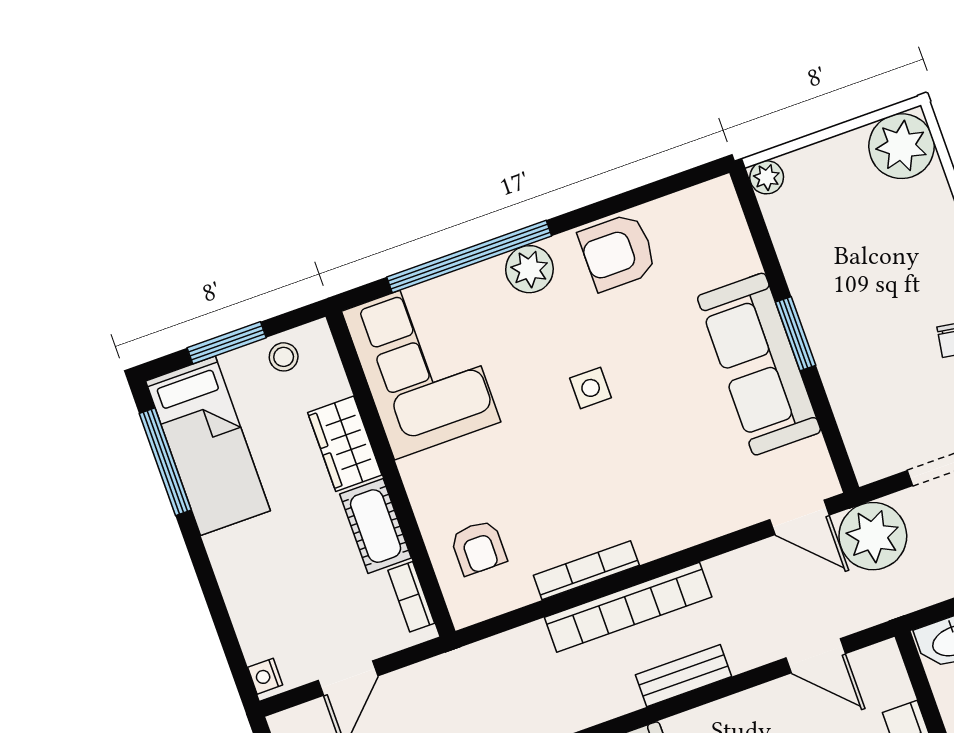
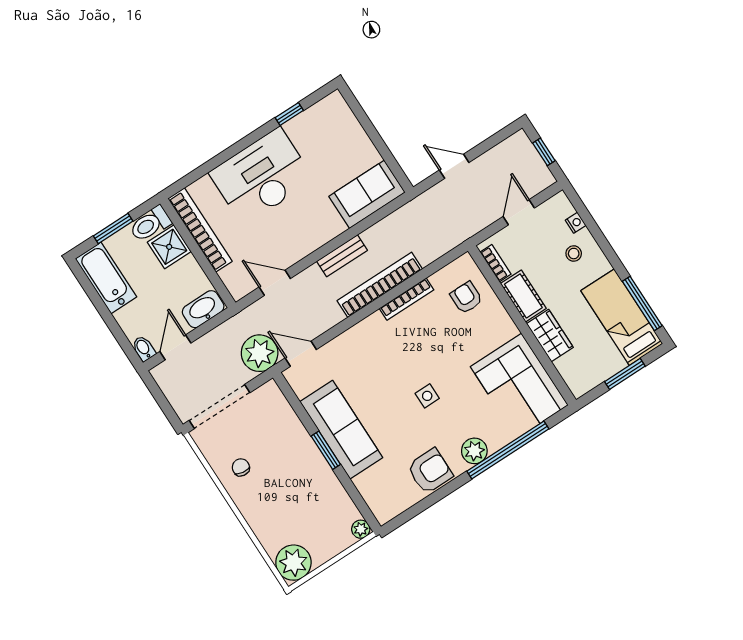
stool: (284, 357) -> (574, 254), moved
nightstand: (265, 676) -> (576, 223), moved

